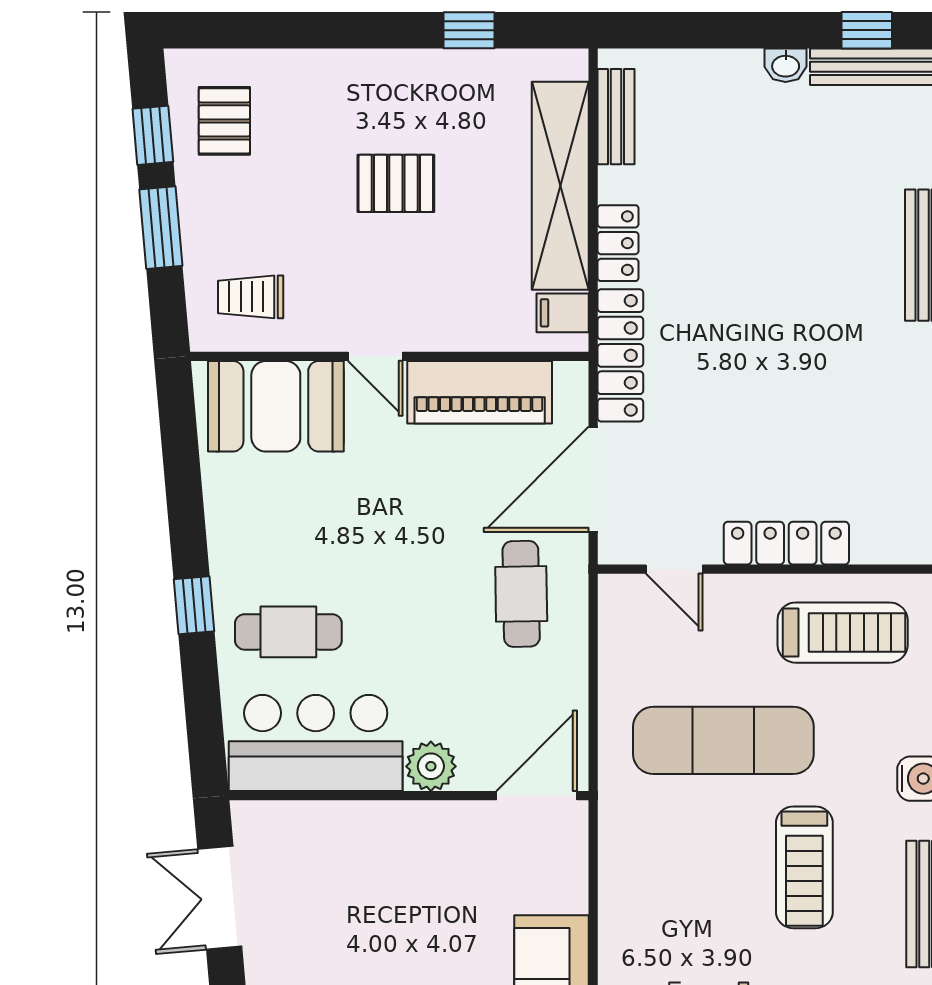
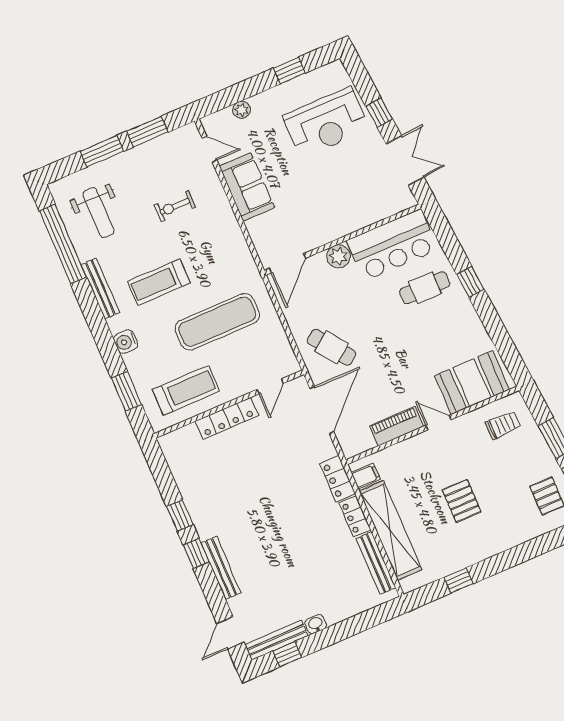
bench: (616, 117) -> (376, 563), width x1.36
pallet: (396, 183) -> (462, 501), turned 90
locker: (620, 355) -> (337, 479), width x0.66
piano: (480, 392) -> (397, 426), width x0.73, depth x0.75
door: (674, 569) -> (270, 386), swing flipped
cafe table: (521, 594) -> (332, 347), turned -36
treadmill: (843, 633) -> (186, 390), turned 180
treadmill: (804, 867) -> (159, 282), turned -90

